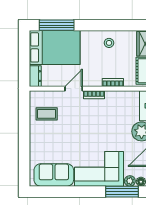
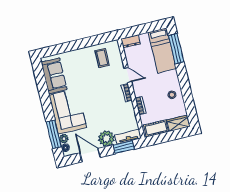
bed: (55, 47) -> (162, 50), width x0.67

